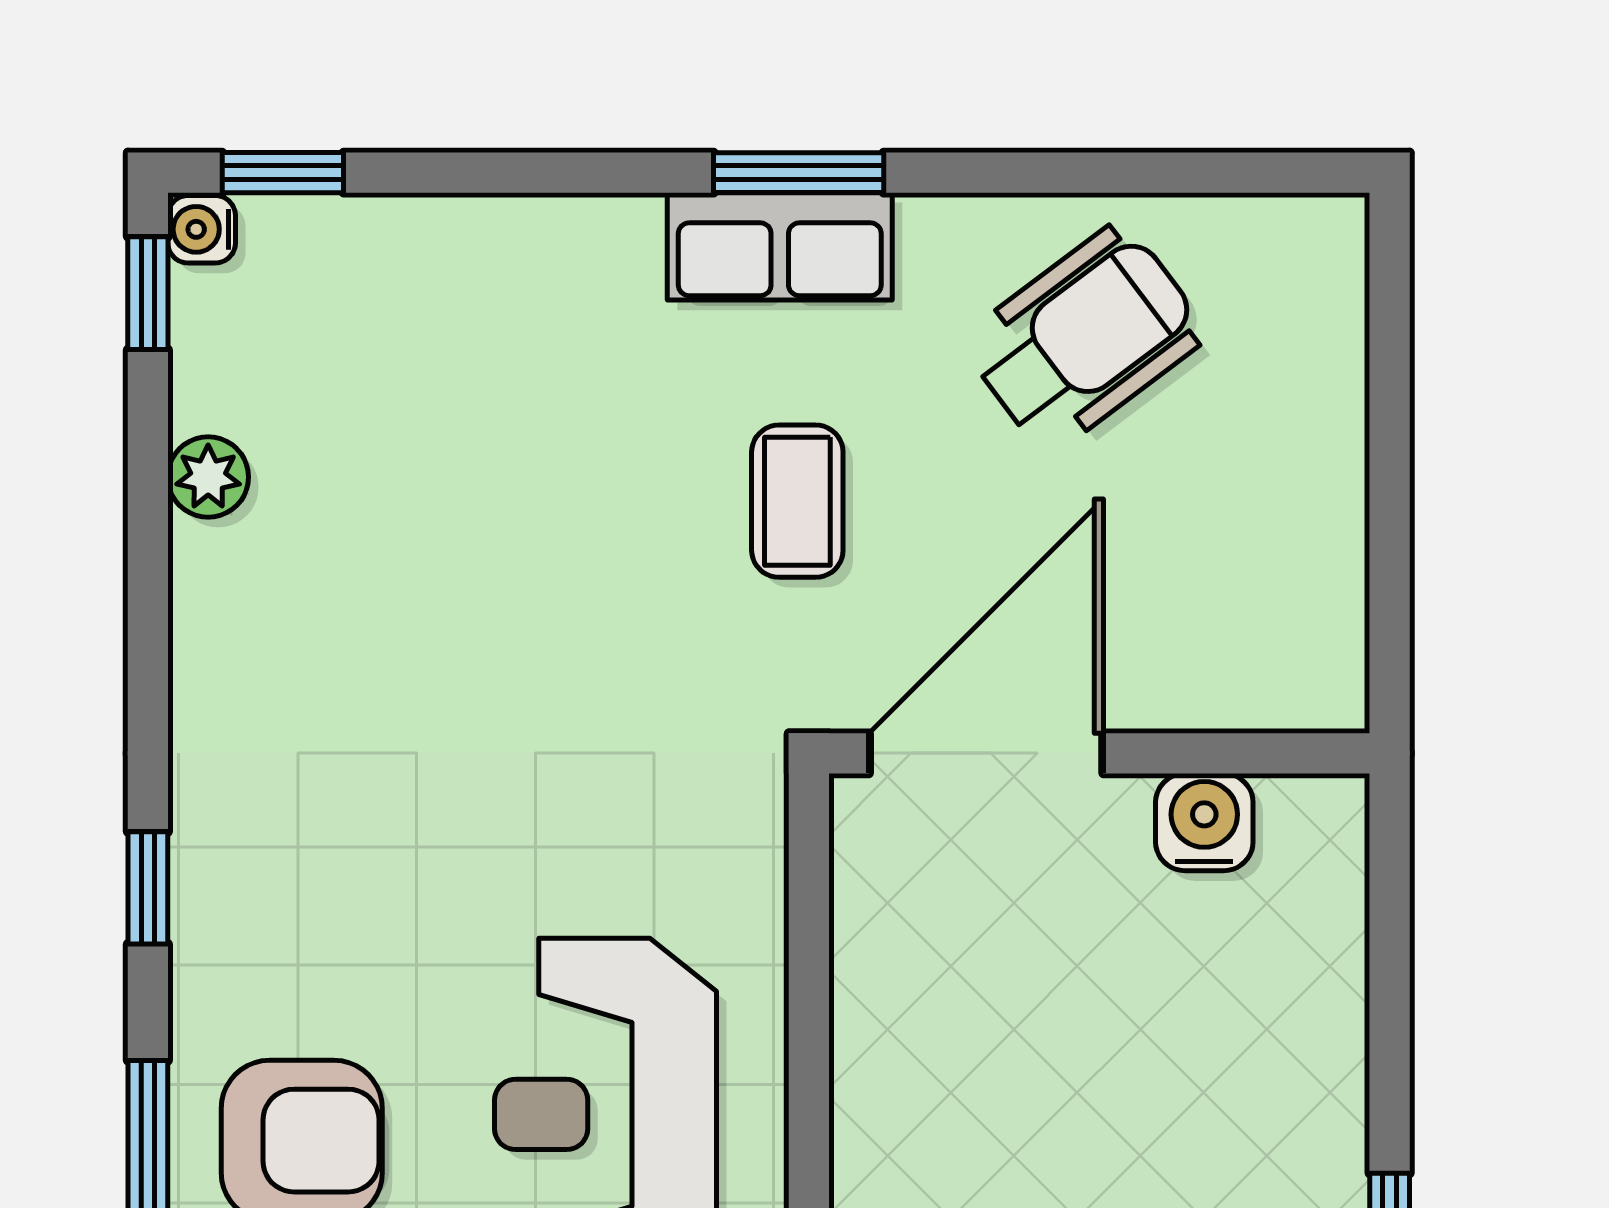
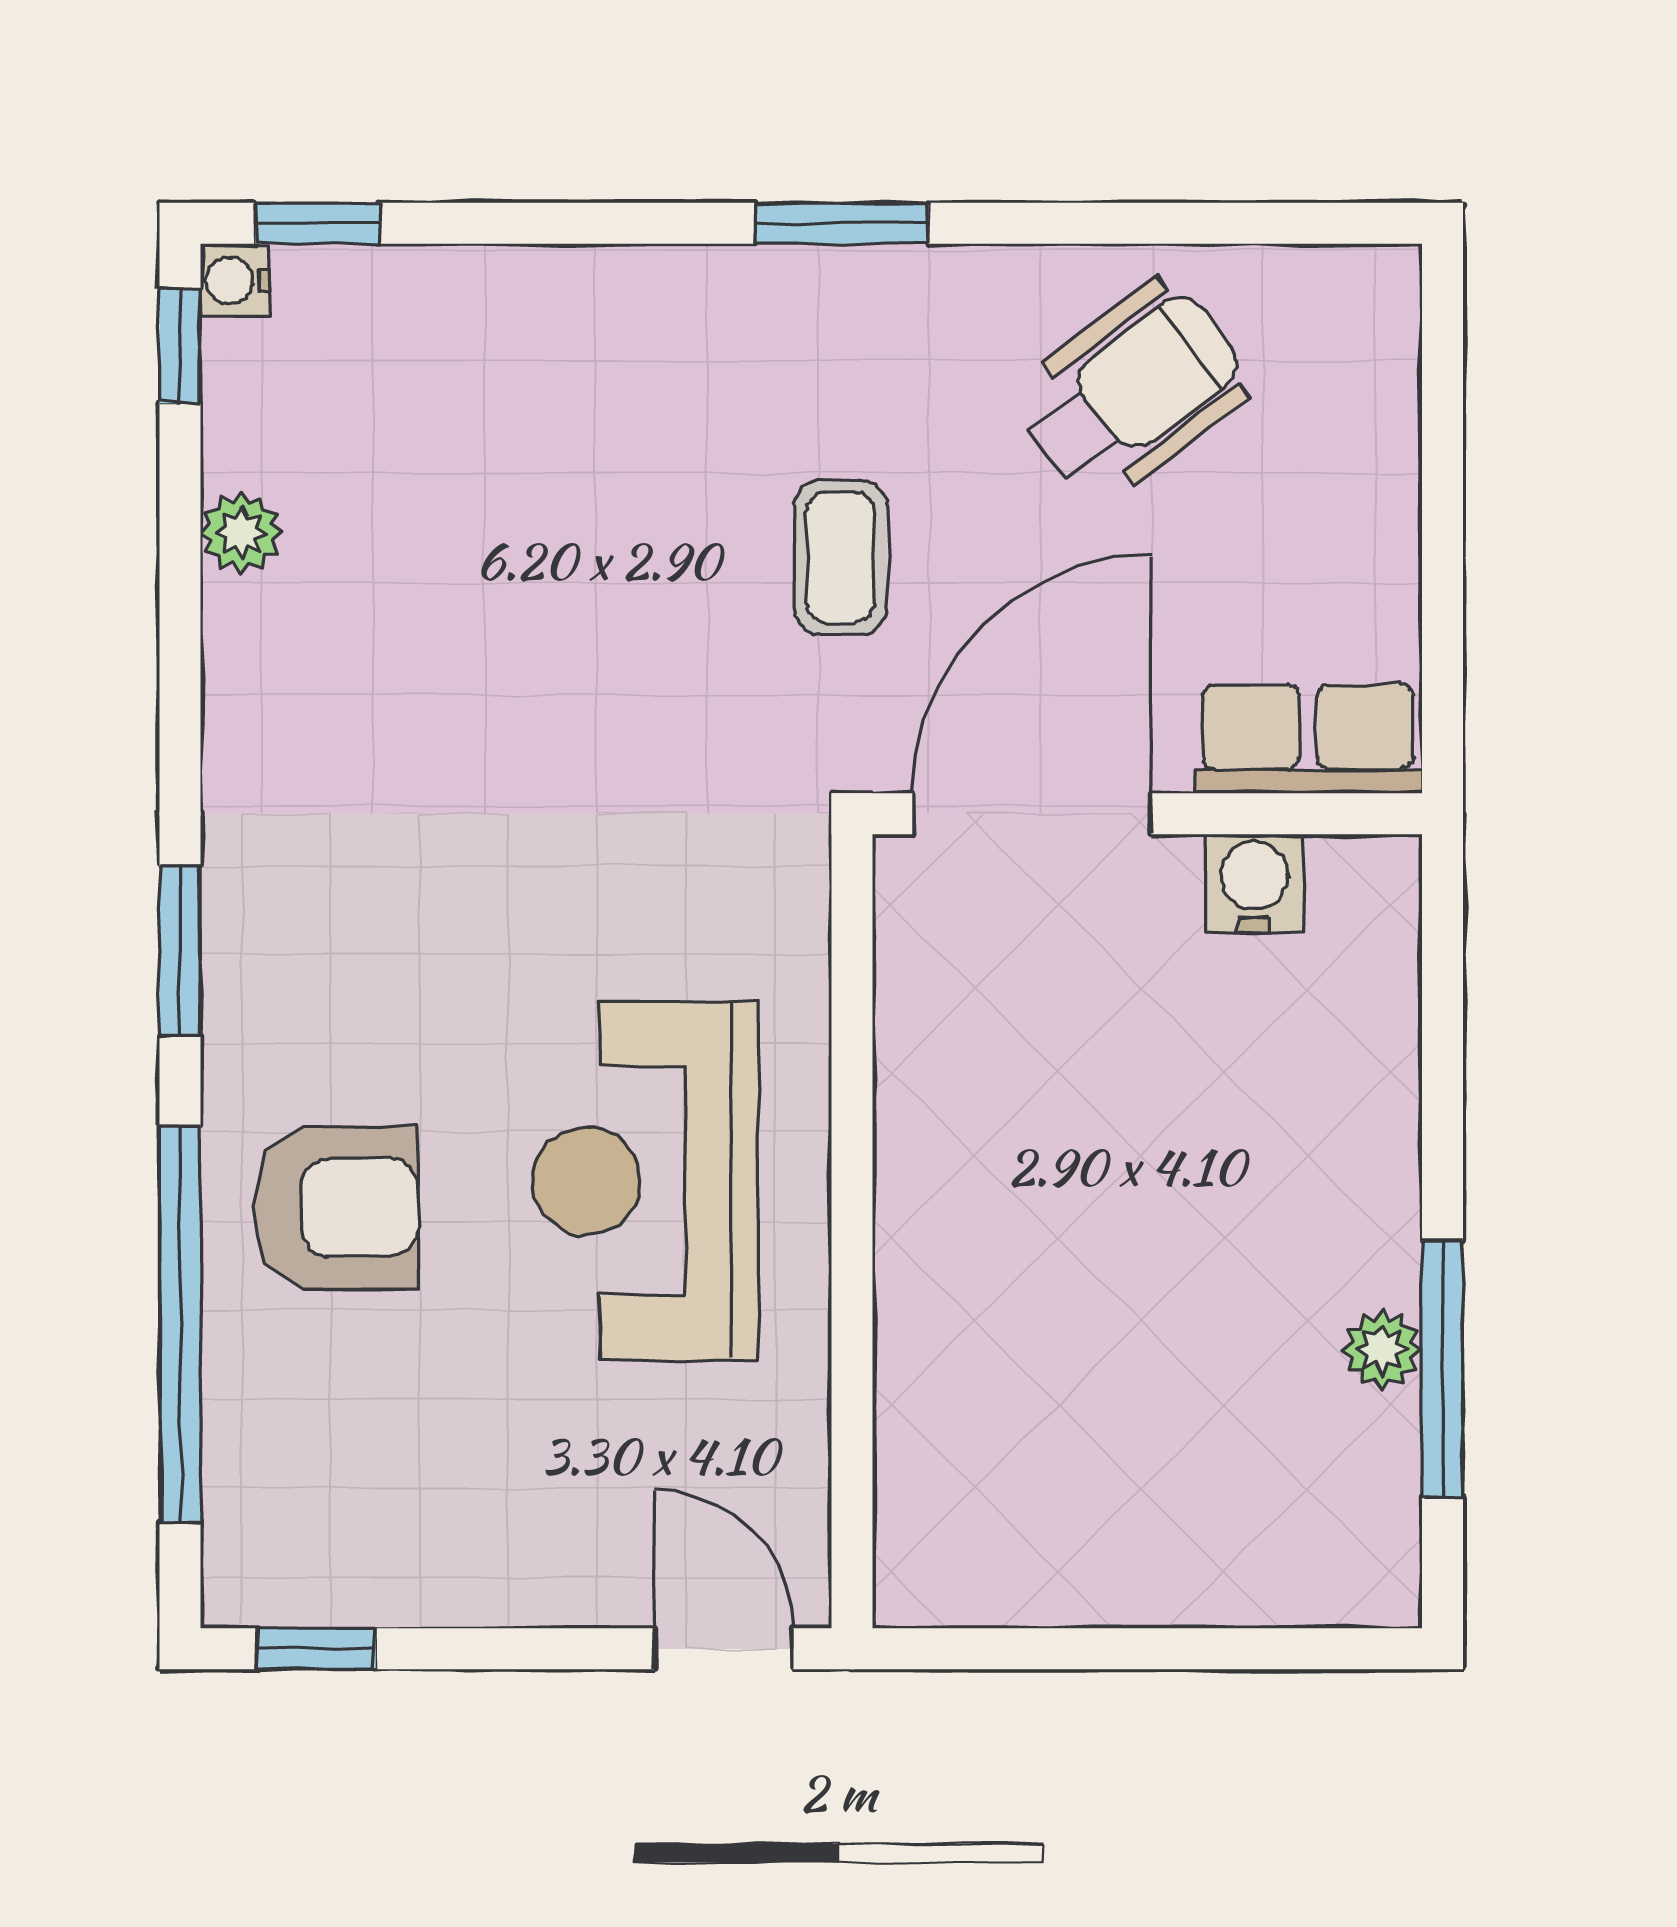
row of seats: (780, 246) -> (1308, 739), moved, turned 180
window: (148, 888) -> (180, 950), width x1.50

